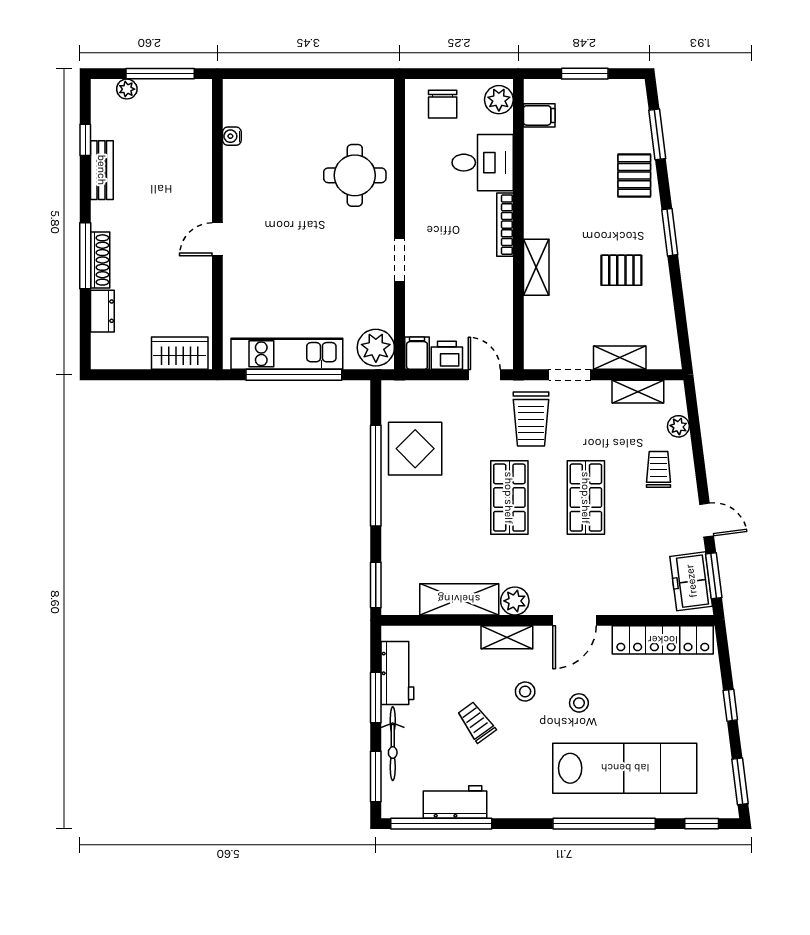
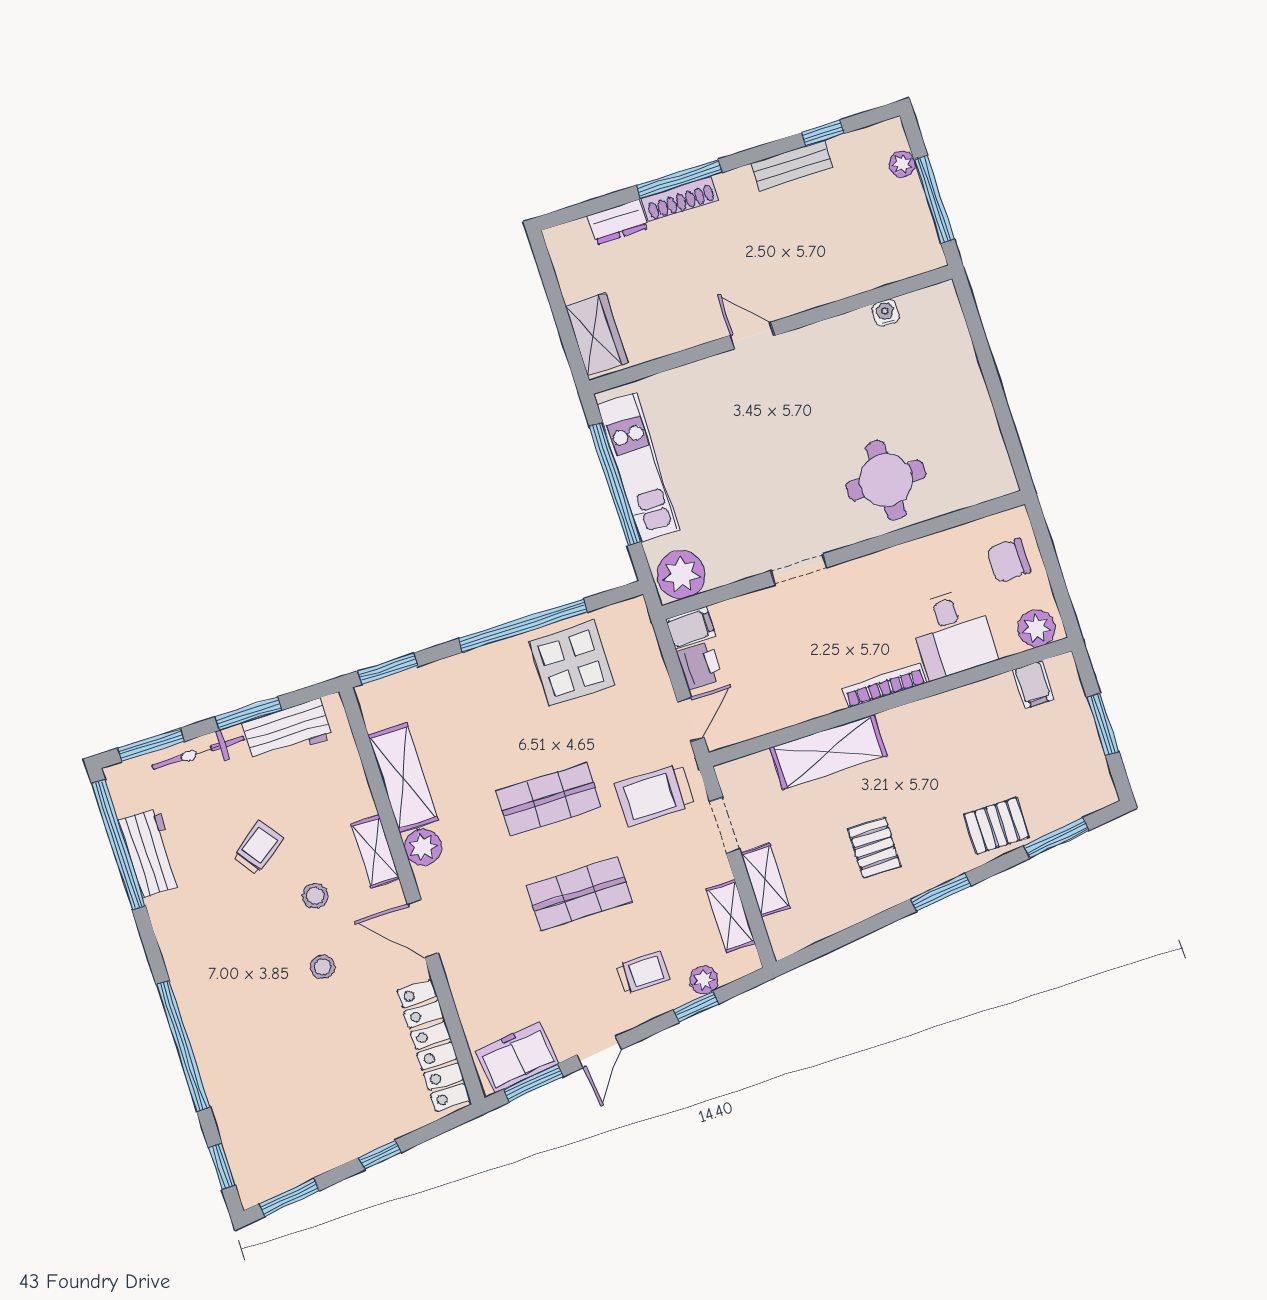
shelving: (536, 267) -> (829, 752), width x1.50, depth x1.33
window: (696, 439) -> (696, 1007), added
lab bench: (625, 768) -> (260, 1049), removed

